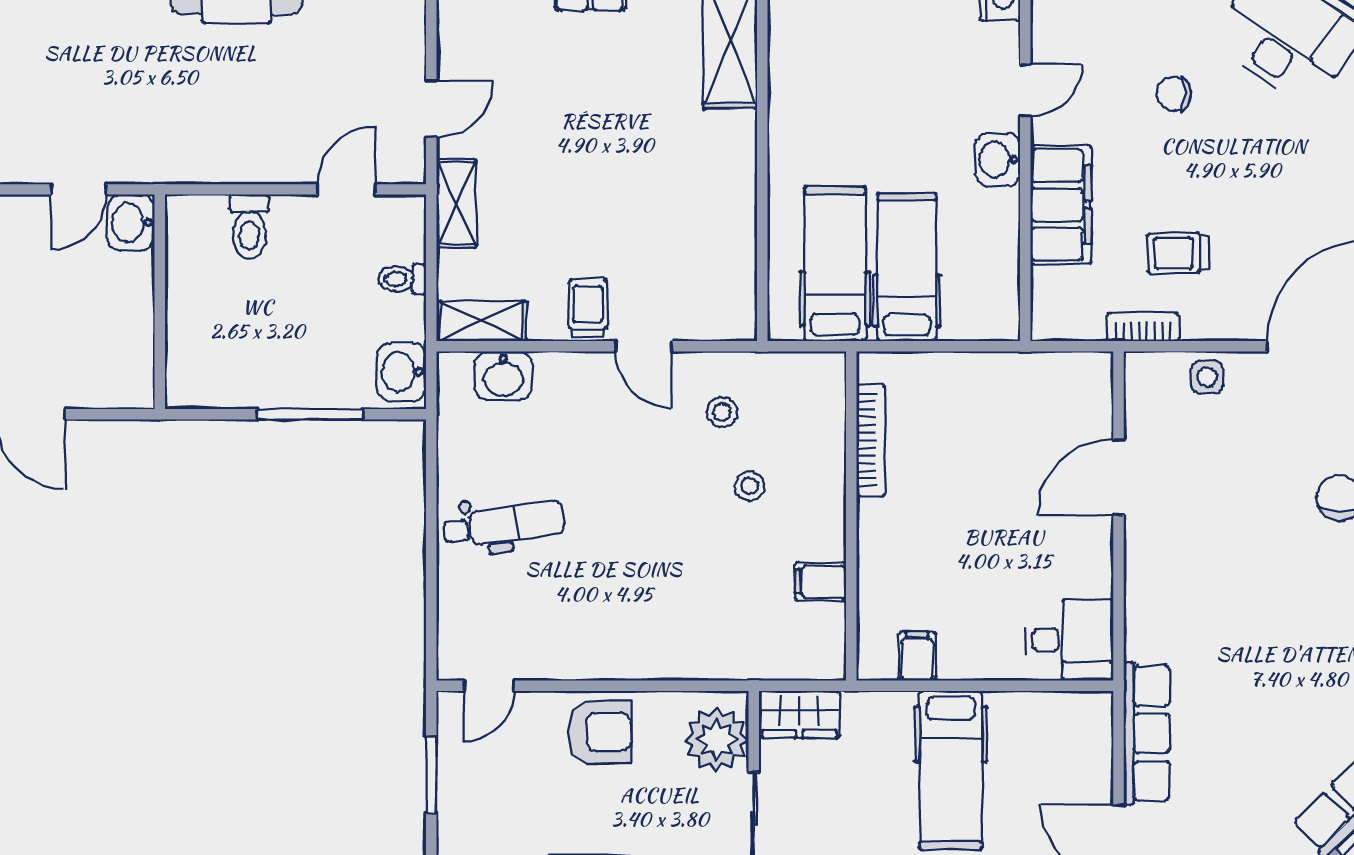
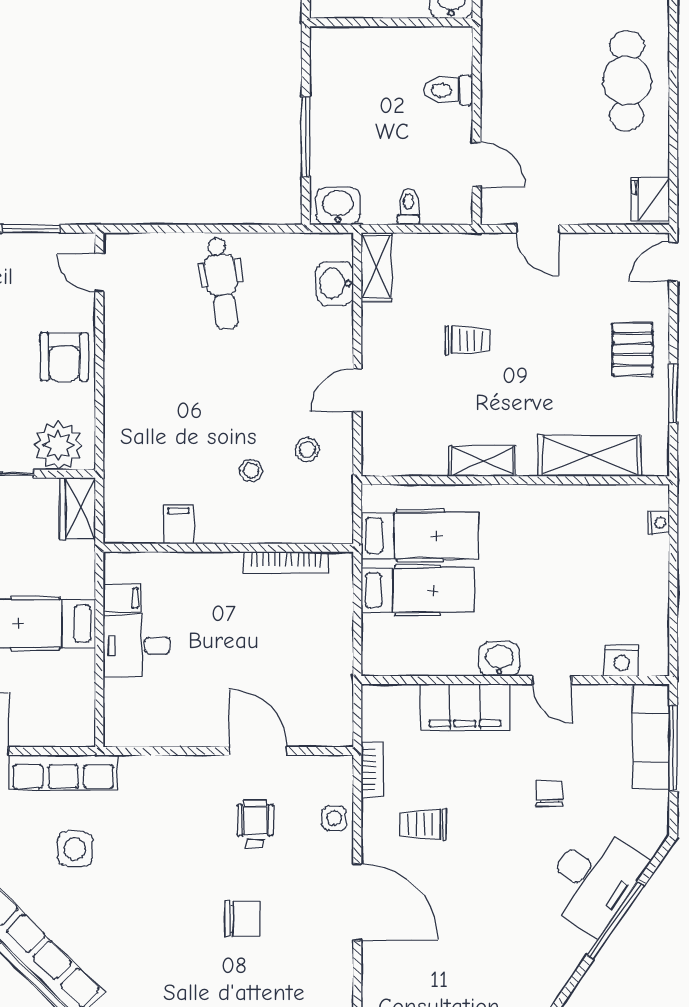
shelving: (456, 203) -> (483, 461), moved
trolley: (1178, 253) -> (423, 824), moved, turned -89
trolley: (588, 308) -> (468, 340), moved
wheelchair: (1215, 481) -> (255, 824), added
desk: (1069, 640) -> (137, 646), moved, turned 90
side table: (1247, 718) -> (75, 849), added

